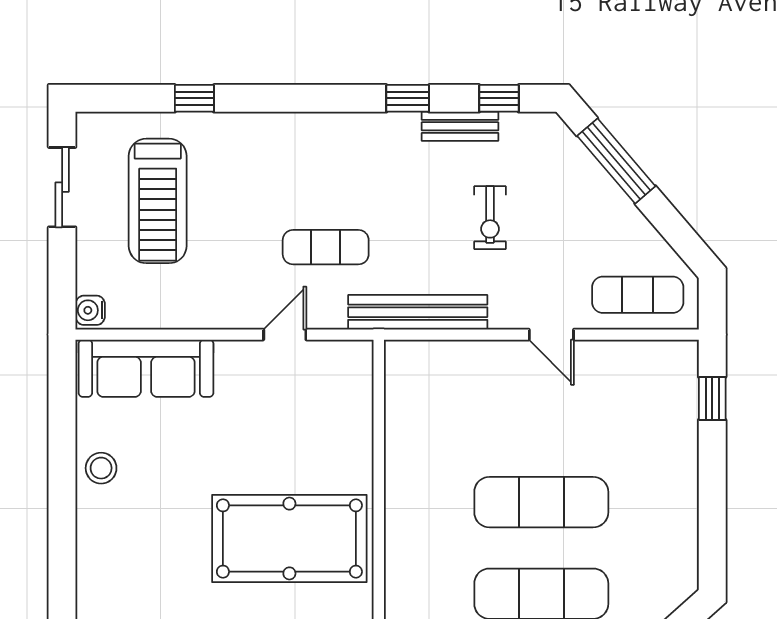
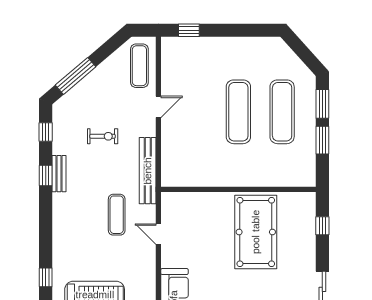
bench: (460, 126) -> (59, 174), moved

